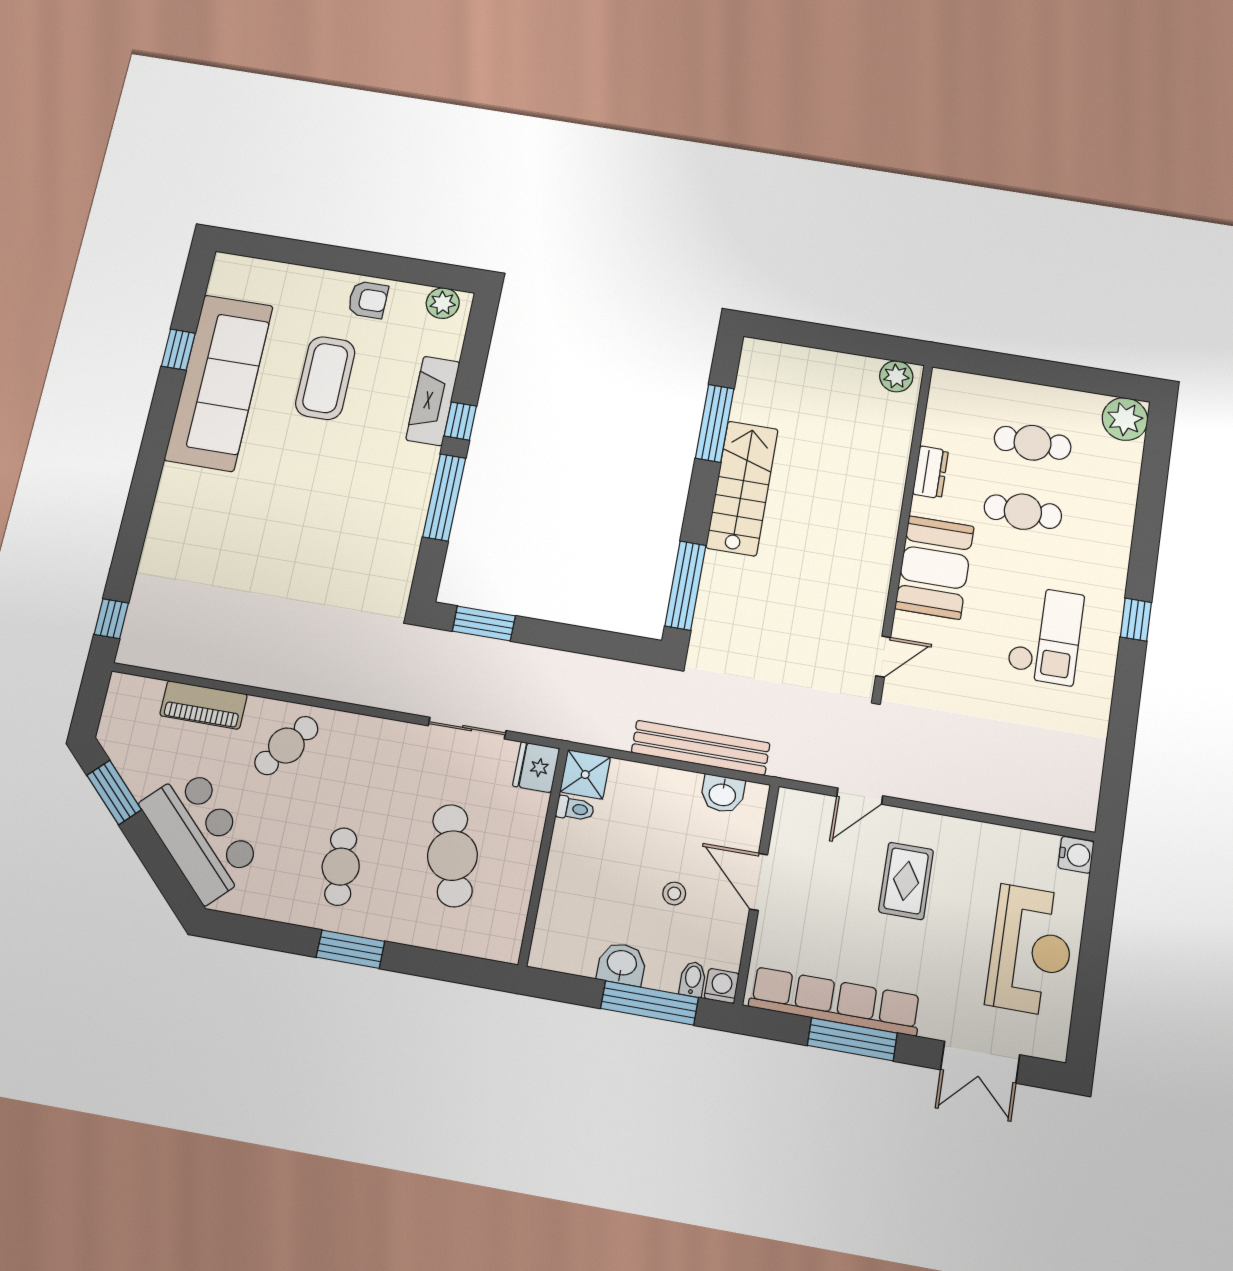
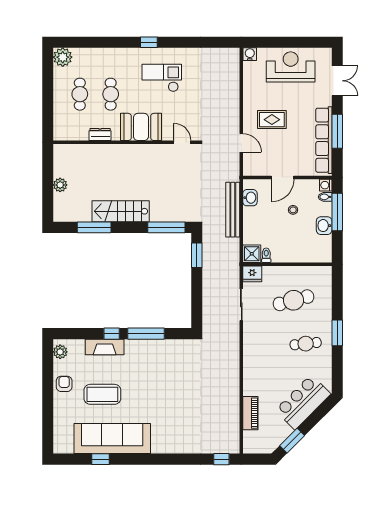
plant: (896, 376) -> (60, 185), moved
window: (484, 624) -> (197, 255), moved
cafe table: (286, 746) -> (261, 376), removed

